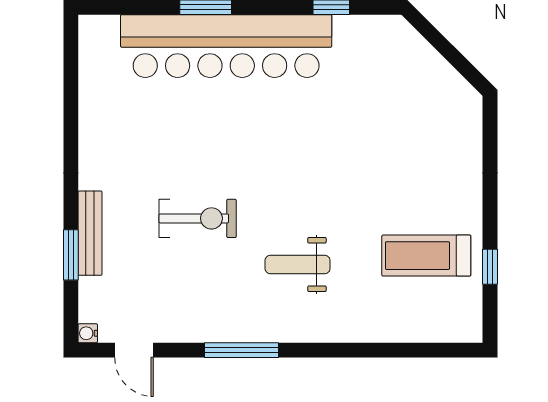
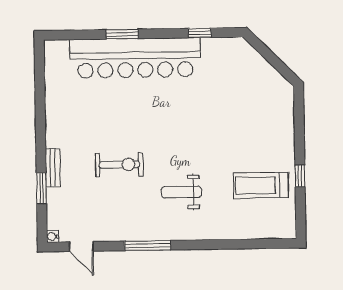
bench: (90, 233) -> (53, 168), width x0.73
window: (490, 267) -> (300, 176), moved

